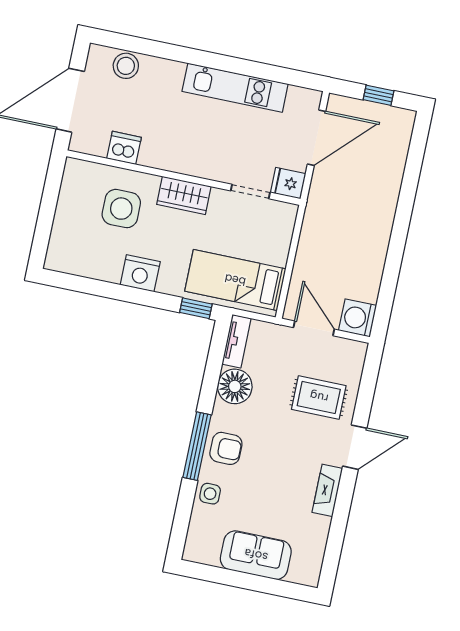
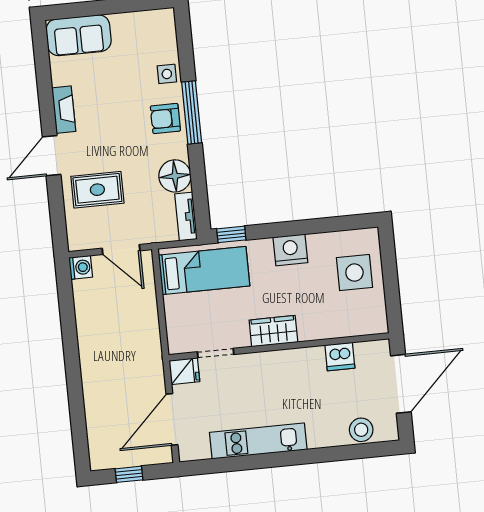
side table: (121, 209) -> (354, 273), moved
washing machine: (358, 318) -> (81, 267), width x0.73, depth x0.73
sofa: (256, 555) -> (79, 35), moved

